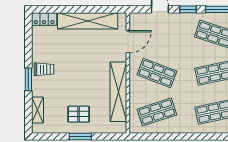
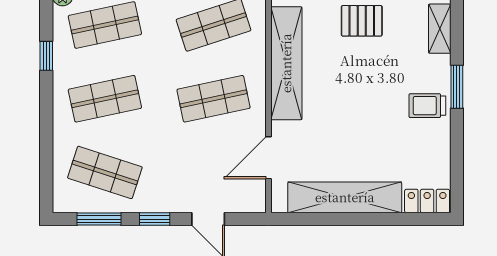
shop shelf: (157, 73) -> (214, 99), turned -33

